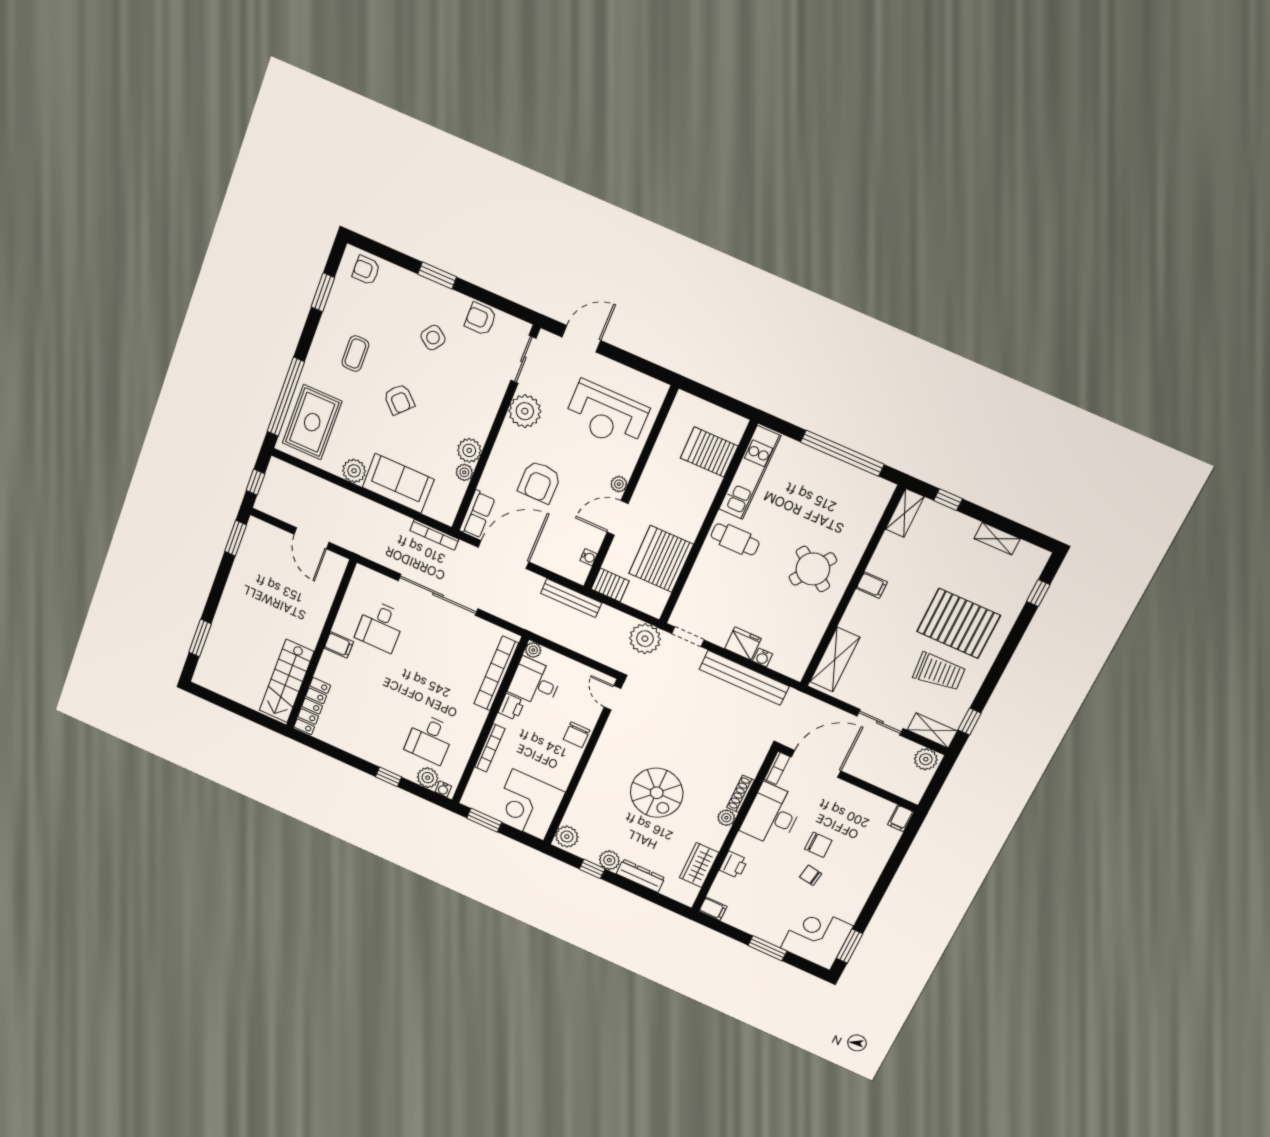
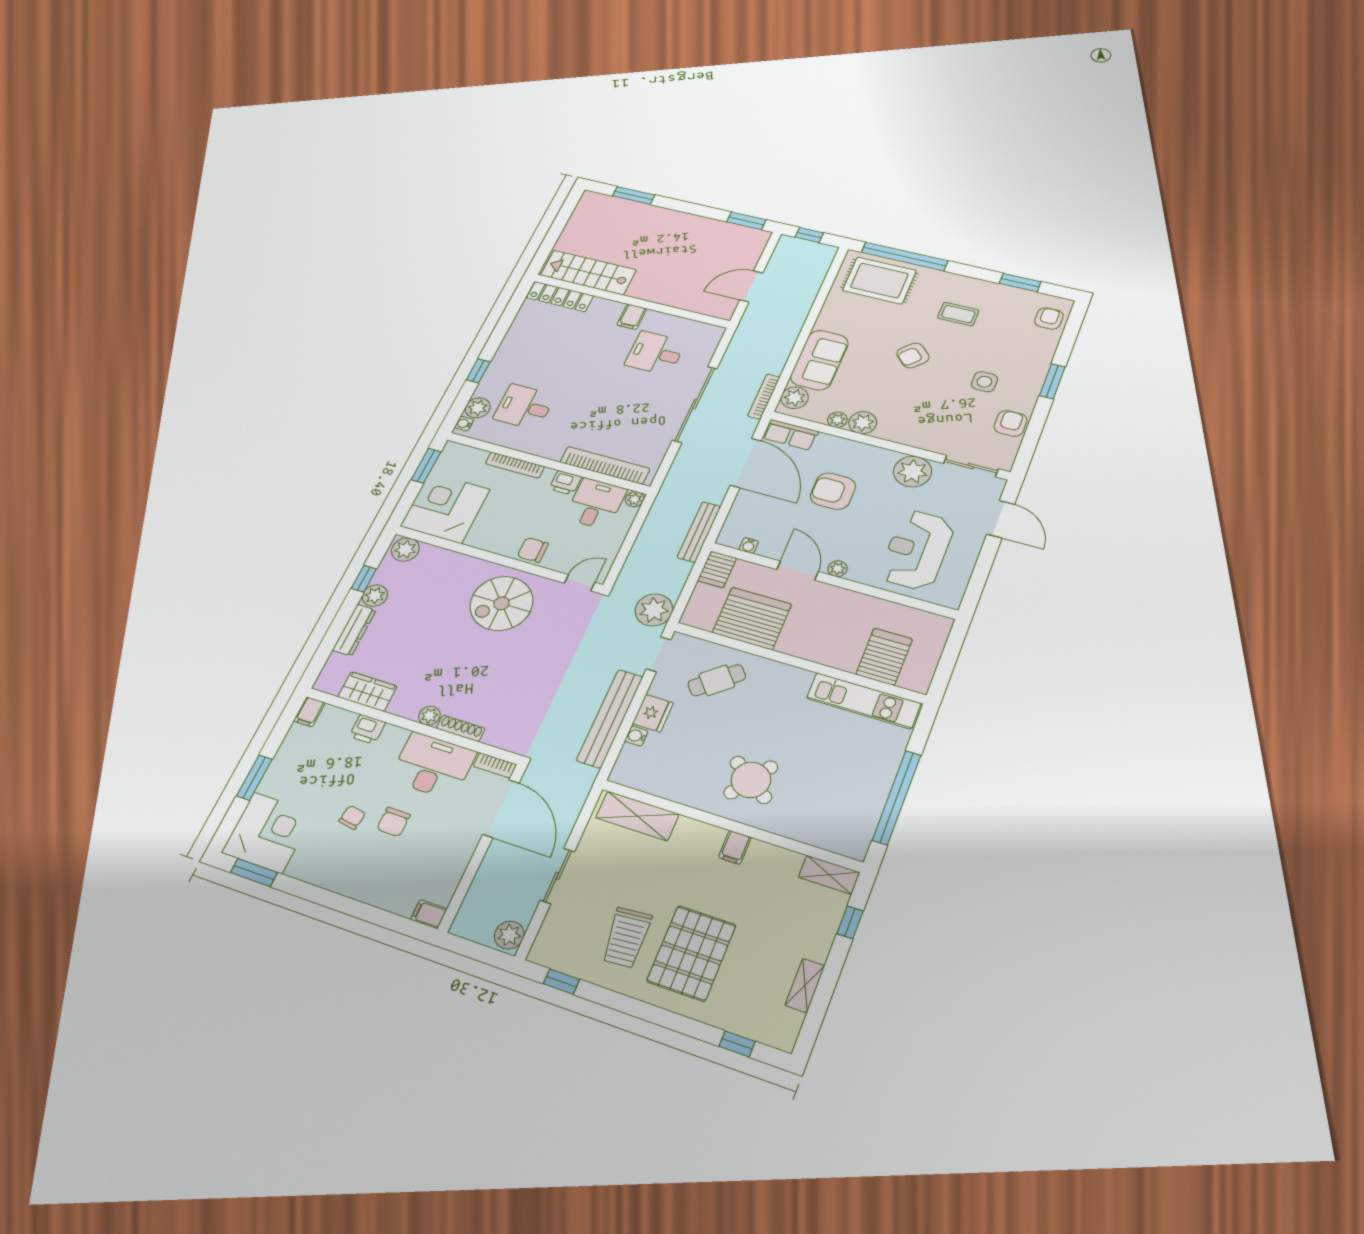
side table: (433, 338) -> (984, 382), turned -36
plant: (354, 471) -> (795, 398), moved
cafe table: (735, 539) -> (717, 680), moved, turned 50
shelving: (932, 730) -> (548, 938), removed
spiral stairs: (657, 793) -> (501, 603), moved

